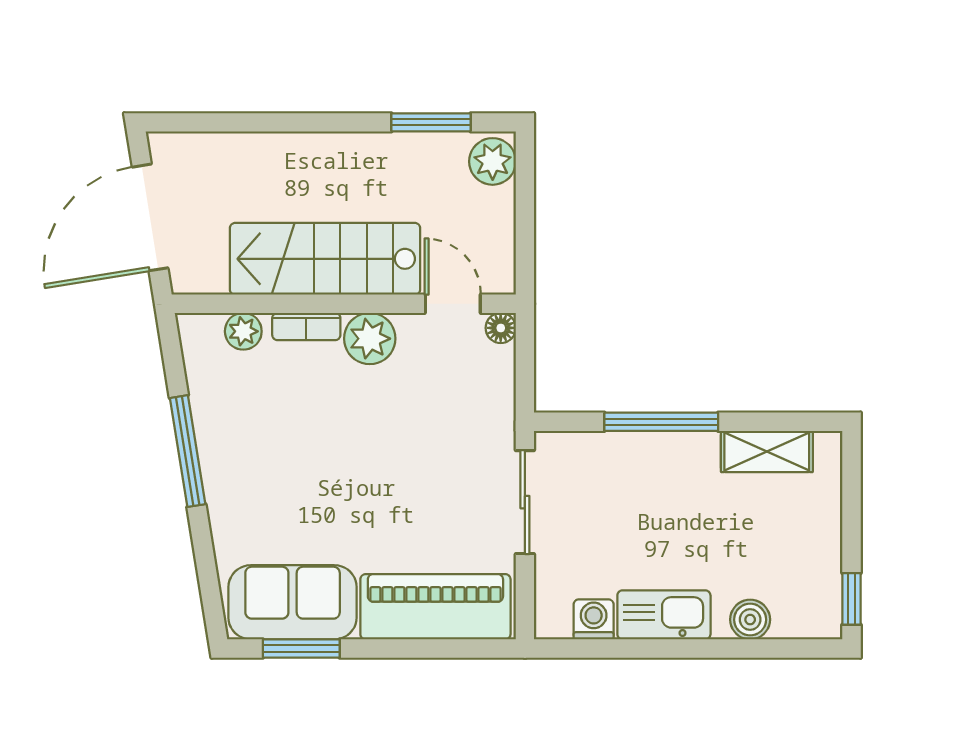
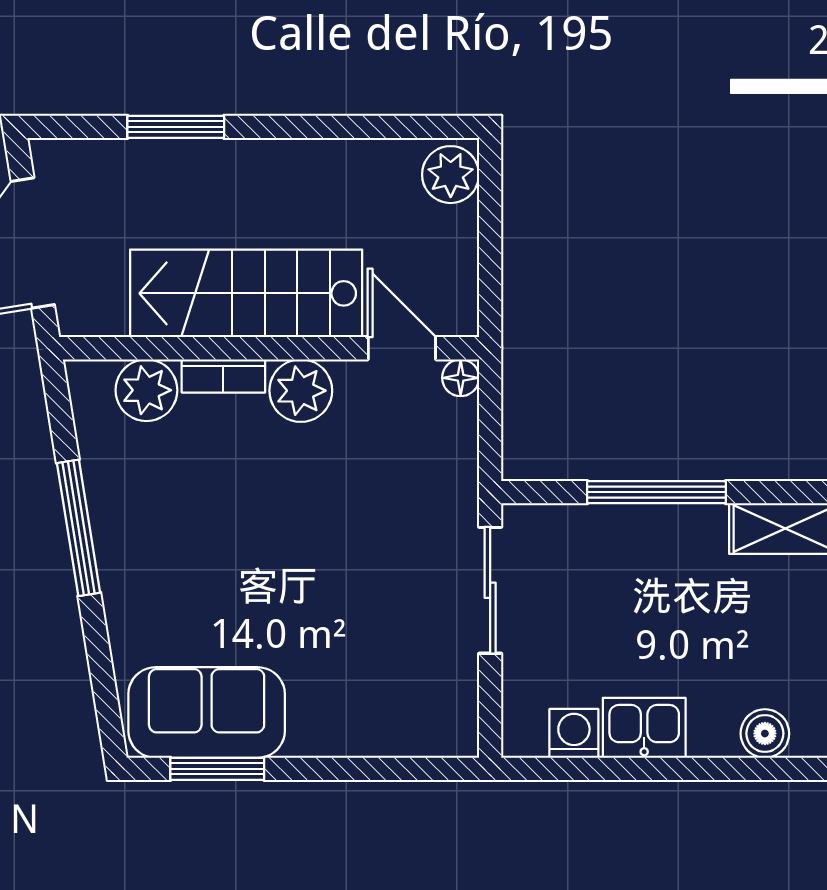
window: (431, 122) -> (176, 127), moved
plant: (243, 331) -> (146, 390), width x1.38, depth x1.38
piano: (435, 607) -> (381, 718), removed
kitchen sink: (664, 615) -> (644, 728), width x0.73

